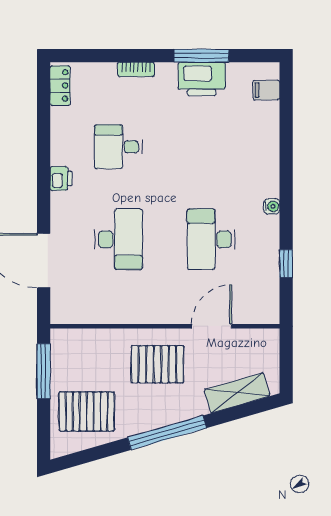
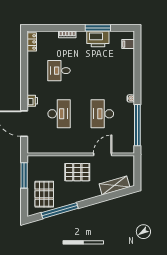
printer: (61, 178) -> (32, 101), moved
window: (286, 264) -> (137, 125), width x3.17
pallet: (87, 411) -> (44, 194), turned 90
window: (167, 433) -> (60, 211), moved

